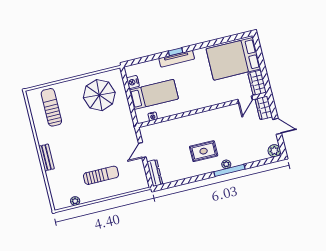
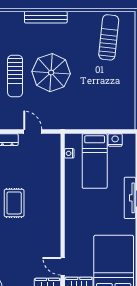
parasol: (99, 95) -> (51, 73), moved
sun lounger: (51, 107) -> (109, 37), turned -84
bench: (46, 157) -> (46, 17), width x1.36

